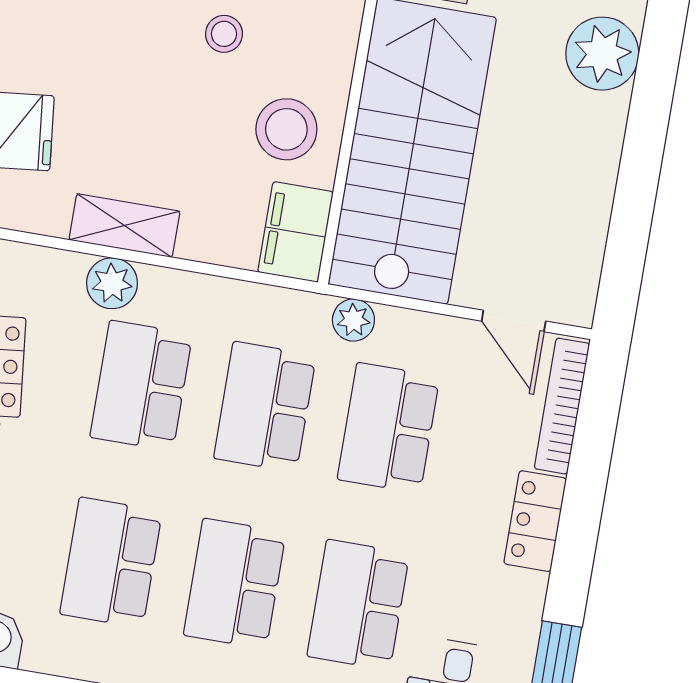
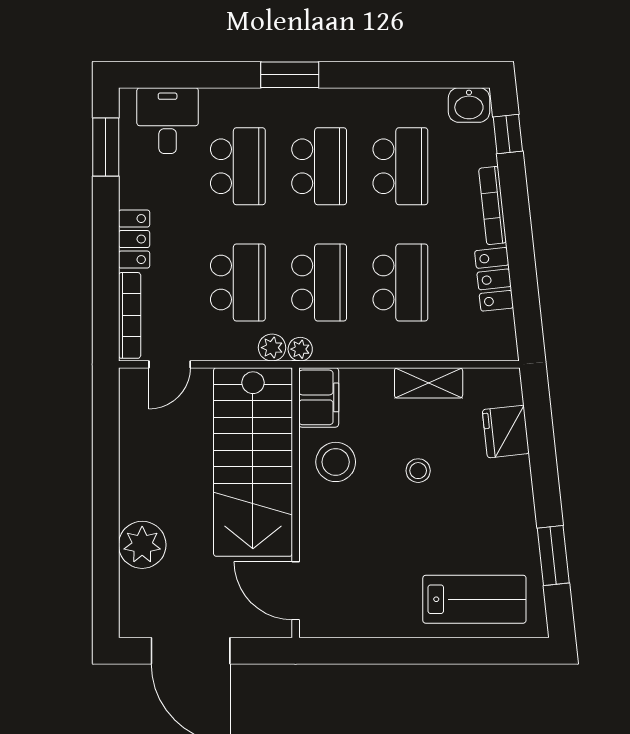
stool: (224, 34) -> (418, 471), moved
plant: (112, 283) -> (300, 349), moved, width x0.73, depth x0.73
door: (514, 321) -> (170, 364), swing flipped

